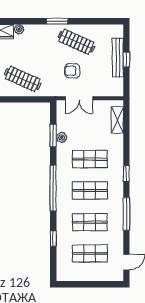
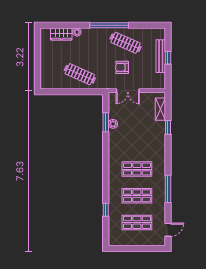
window: (57, 21) -> (109, 25), width x2.11
shop shelf: (90, 159) -> (137, 142), removed
window: (126, 174) -> (168, 127), moved
window: (53, 188) -> (106, 167), removed

